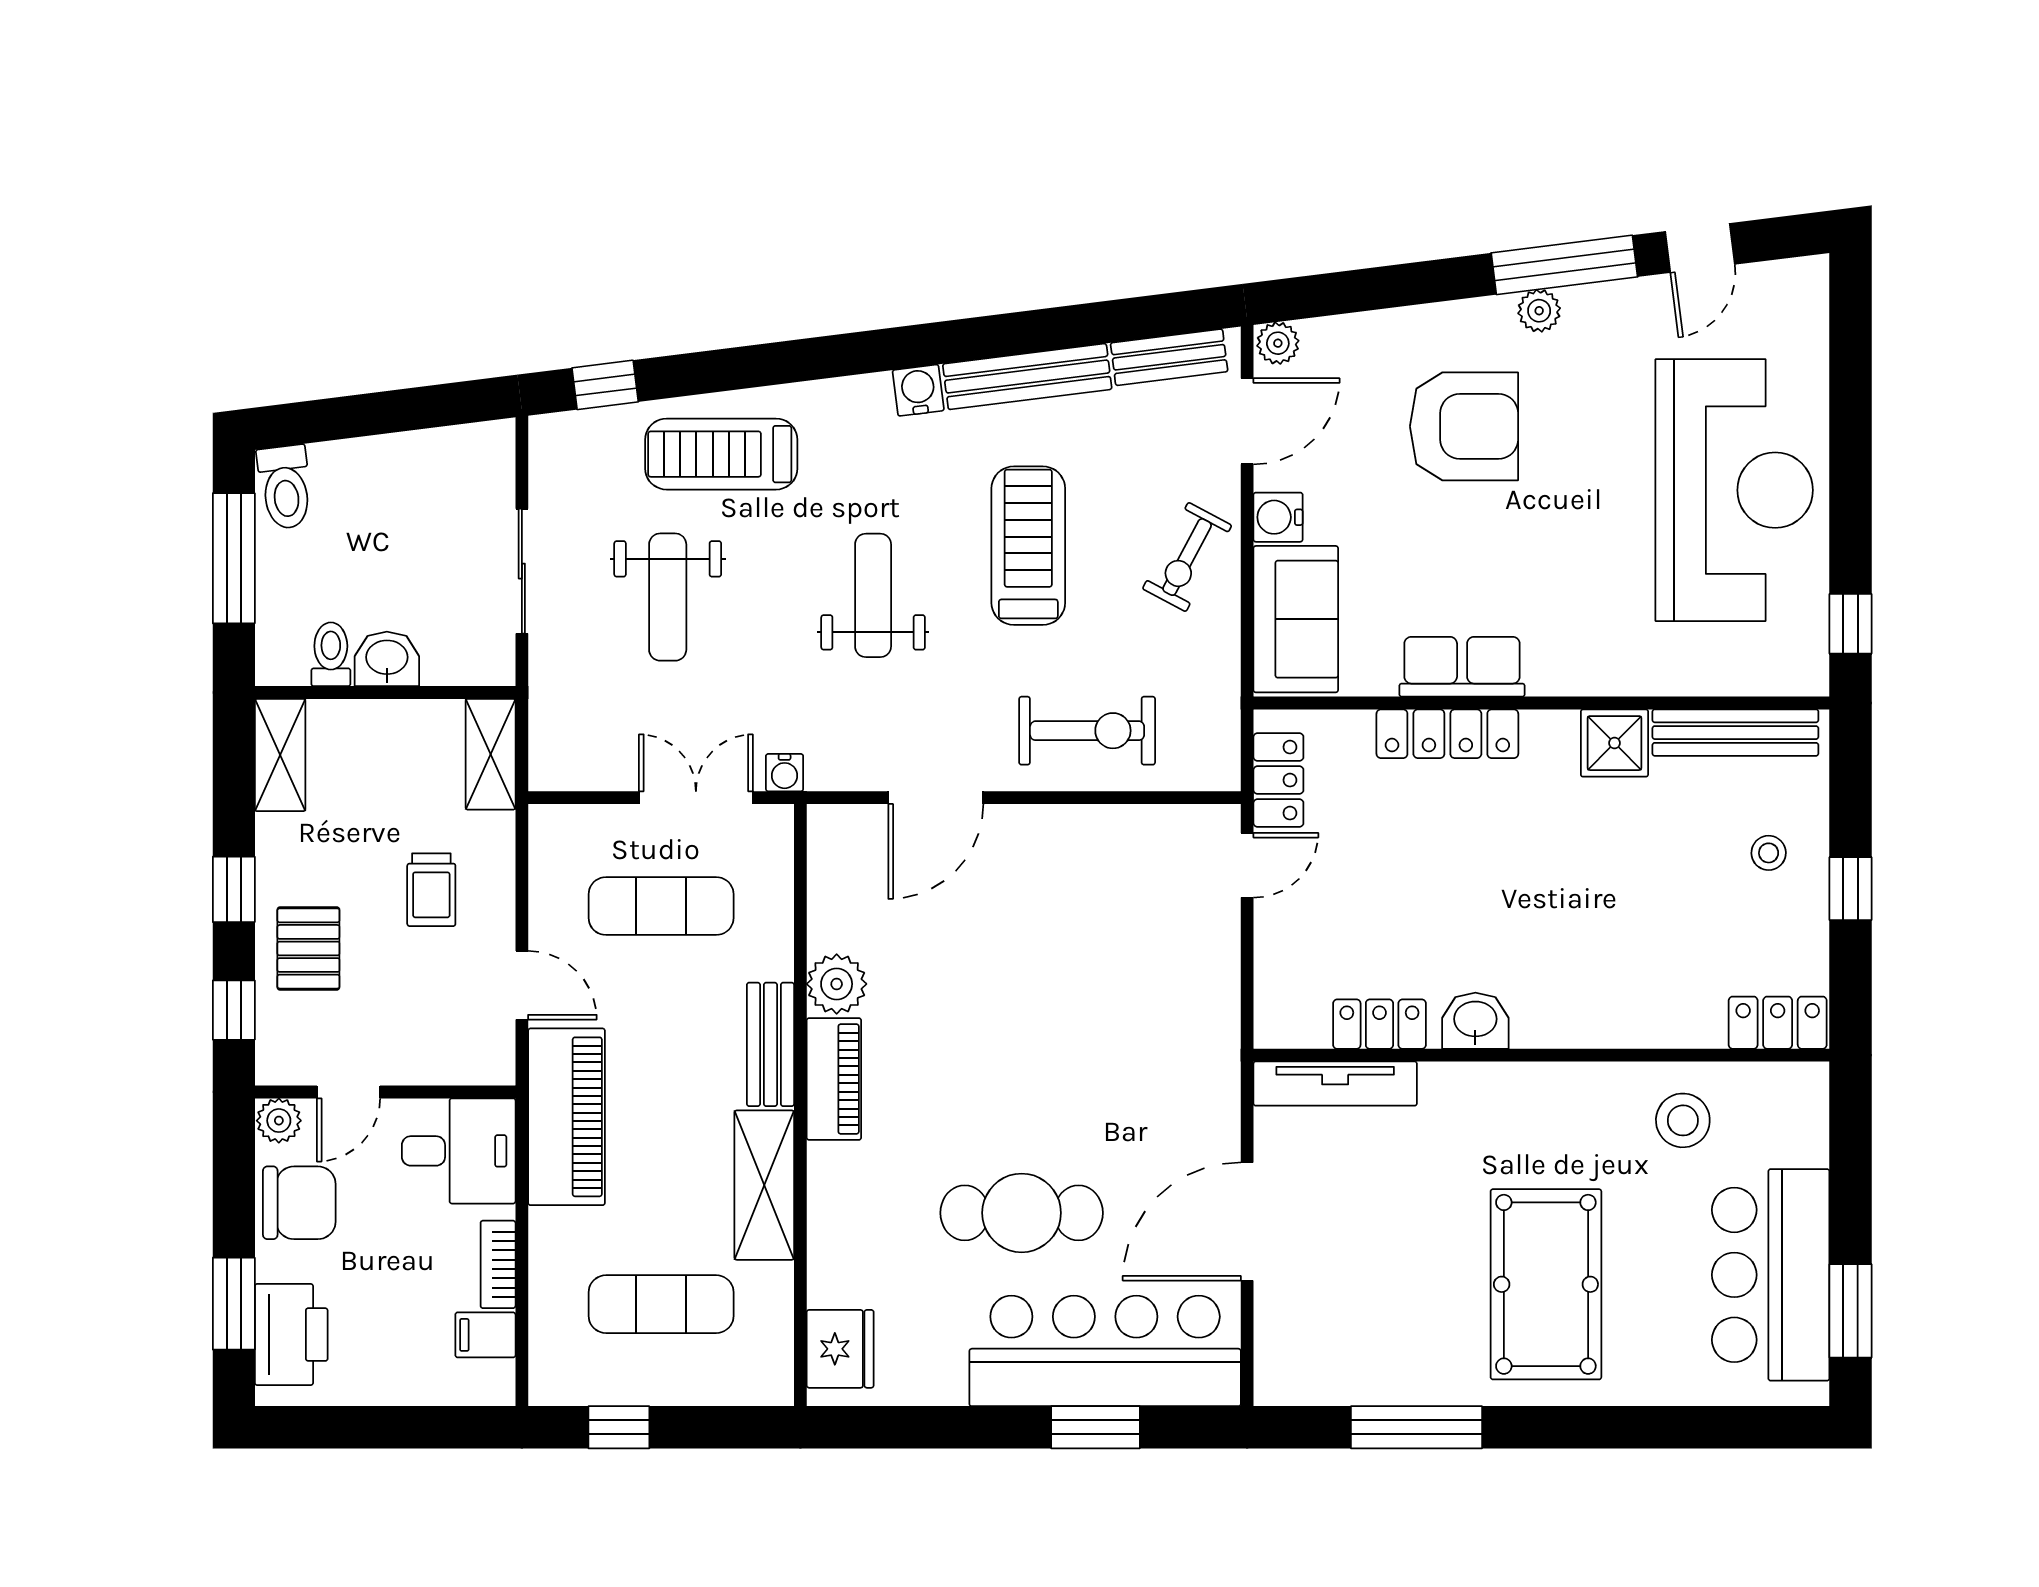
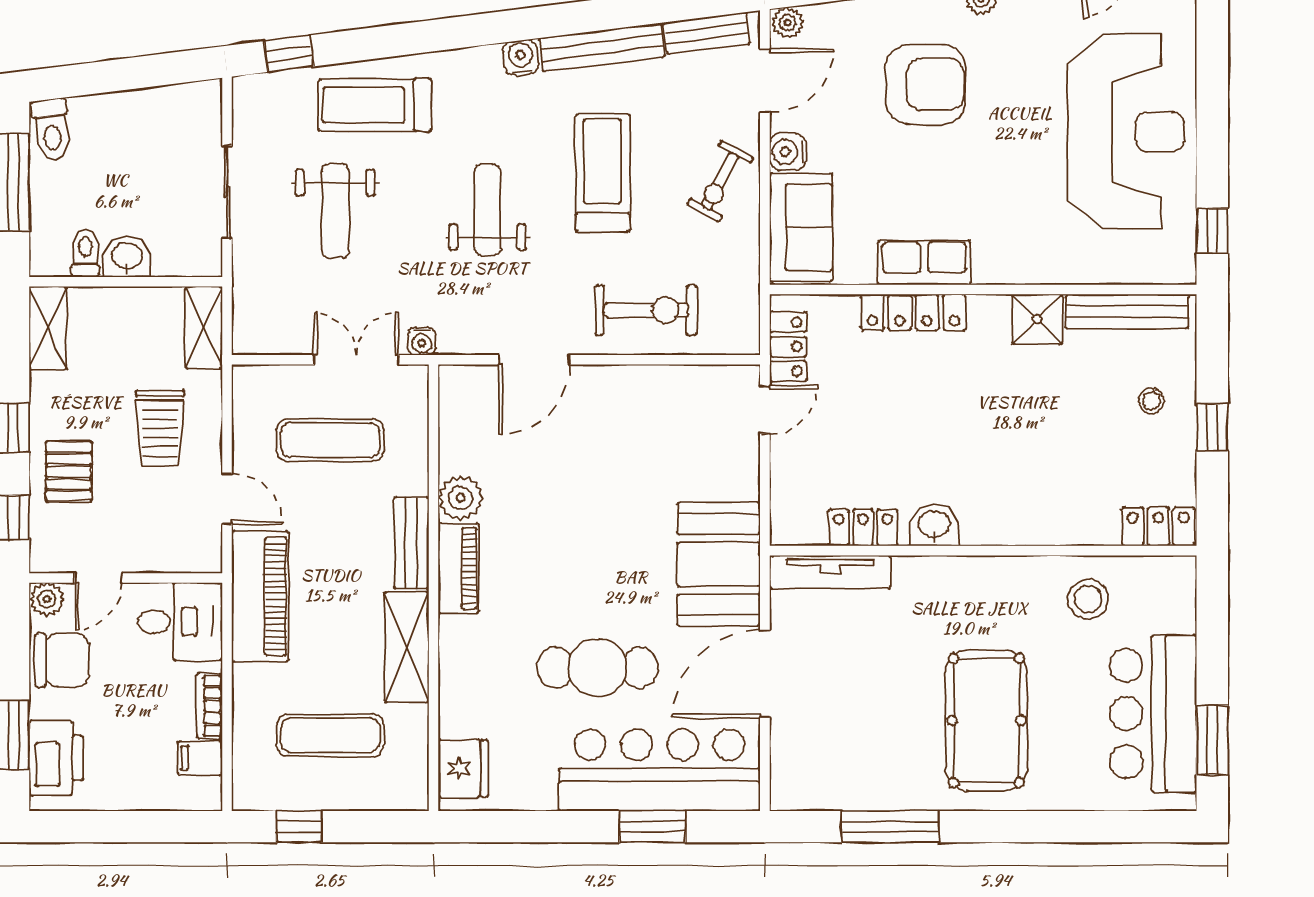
trolley: (431, 890) -> (160, 428), width x1.36, depth x1.39
booth: (1185, 1073) -> (719, 564), added

